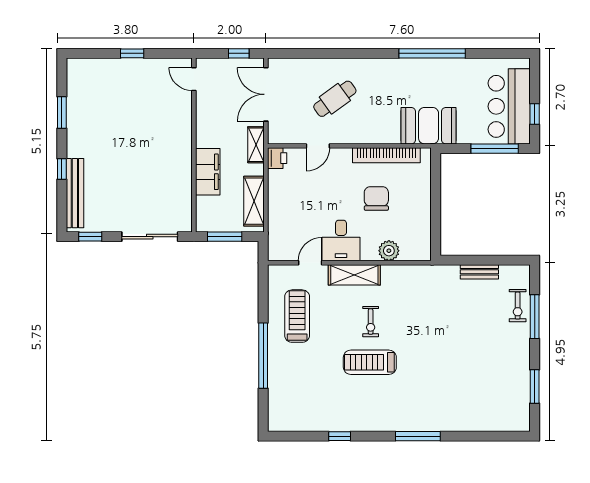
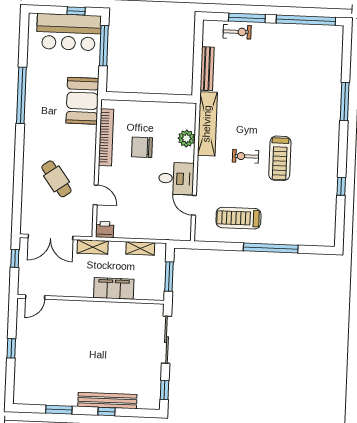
bench: (75, 193) -> (107, 400), moved
shelving: (254, 201) -> (140, 248), width x0.67, depth x0.75
bench: (479, 272) -> (207, 69), width x1.36
shelving: (354, 275) -> (207, 124), moved, width x1.47
exercise bike: (371, 322) -> (246, 156), turned 180
window: (535, 386) -> (306, 20), width x2.11
window: (418, 436) -> (345, 101), moved

